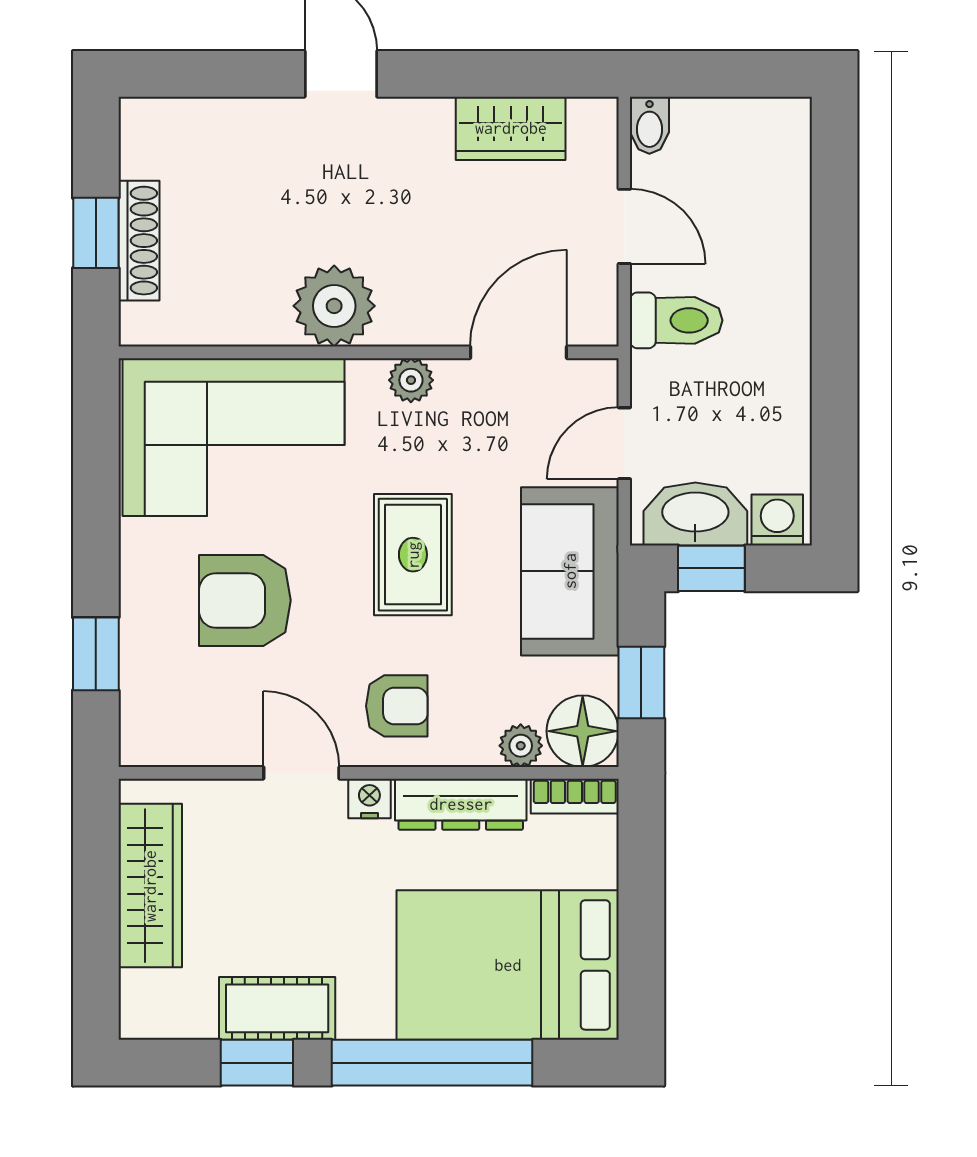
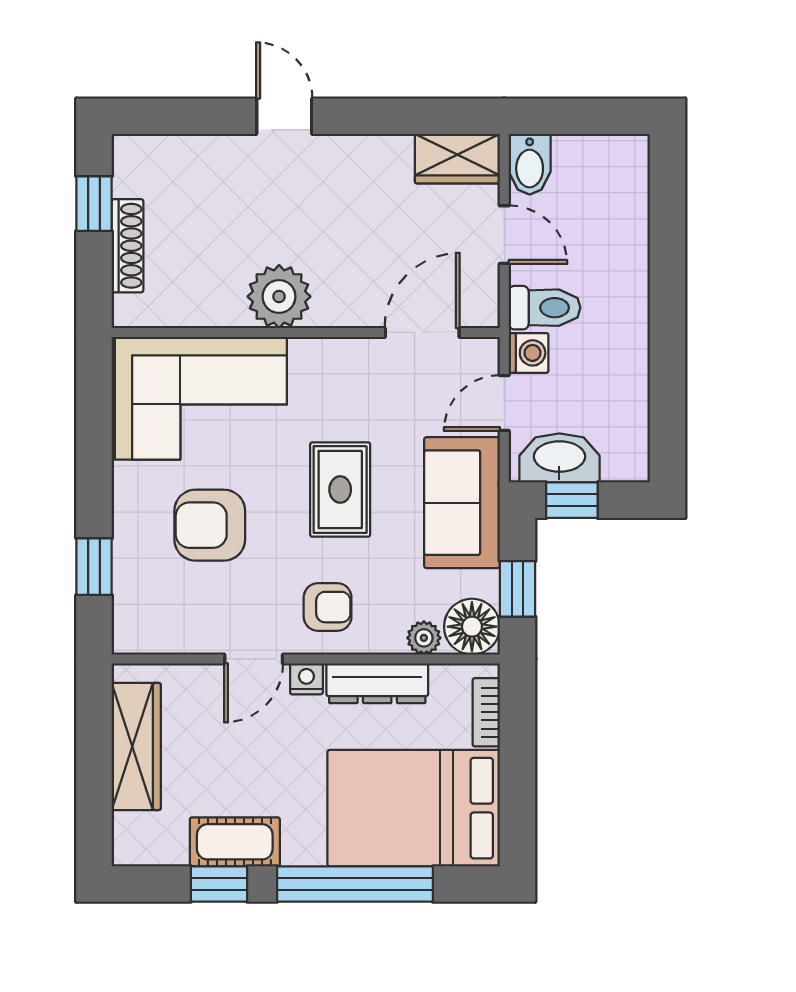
bidet: (649, 125) -> (530, 164), width x1.38, depth x1.36
wardrobe: (511, 128) -> (457, 159), moved
window: (96, 233) -> (94, 204), moved
plant: (411, 380) -> (339, 354), removed
washing machine: (777, 520) -> (529, 353), moved, turned 90
door: (301, 773) -> (254, 659), swing flipped
bookcase: (575, 796) -> (486, 712), moved, turned 90

